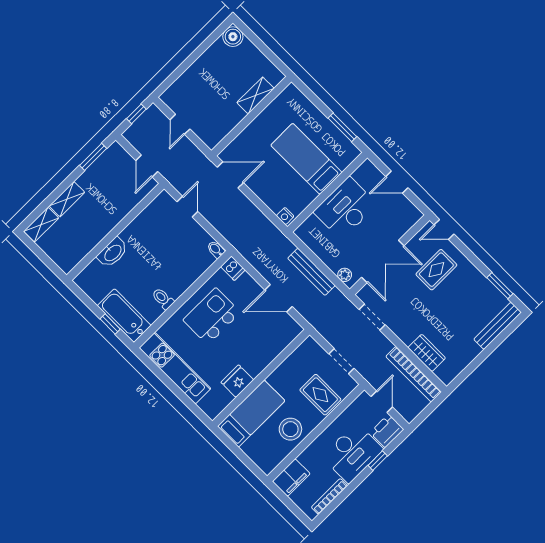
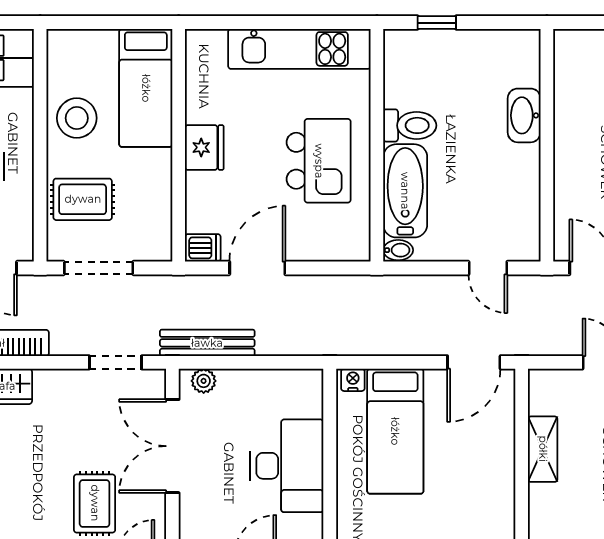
shelving: (255, 95) -> (543, 449), moved
bed: (306, 159) -> (395, 431), moved, turned 90
dishwasher: (233, 268) -> (203, 248), moved, turned 180
bench: (311, 272) -> (207, 343), moved
toilet: (163, 299) -> (410, 125), width x1.37, depth x1.39
bathtub: (124, 316) -> (405, 191), moved, turned -90
doorway: (341, 361) -> (99, 268), width x1.38
fridge: (237, 381) -> (204, 147), moved

